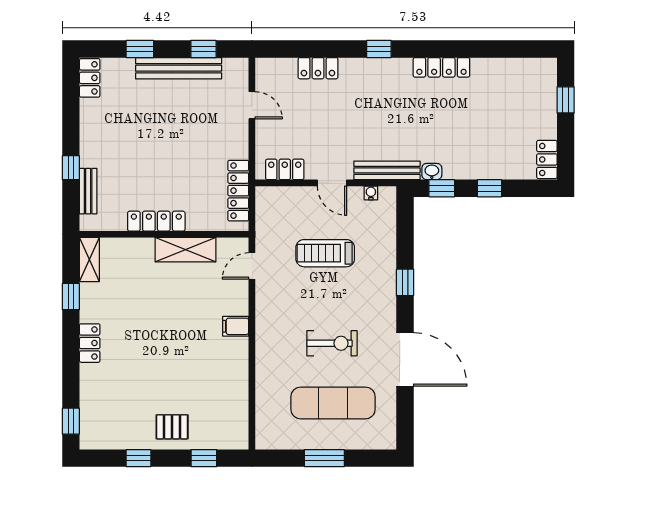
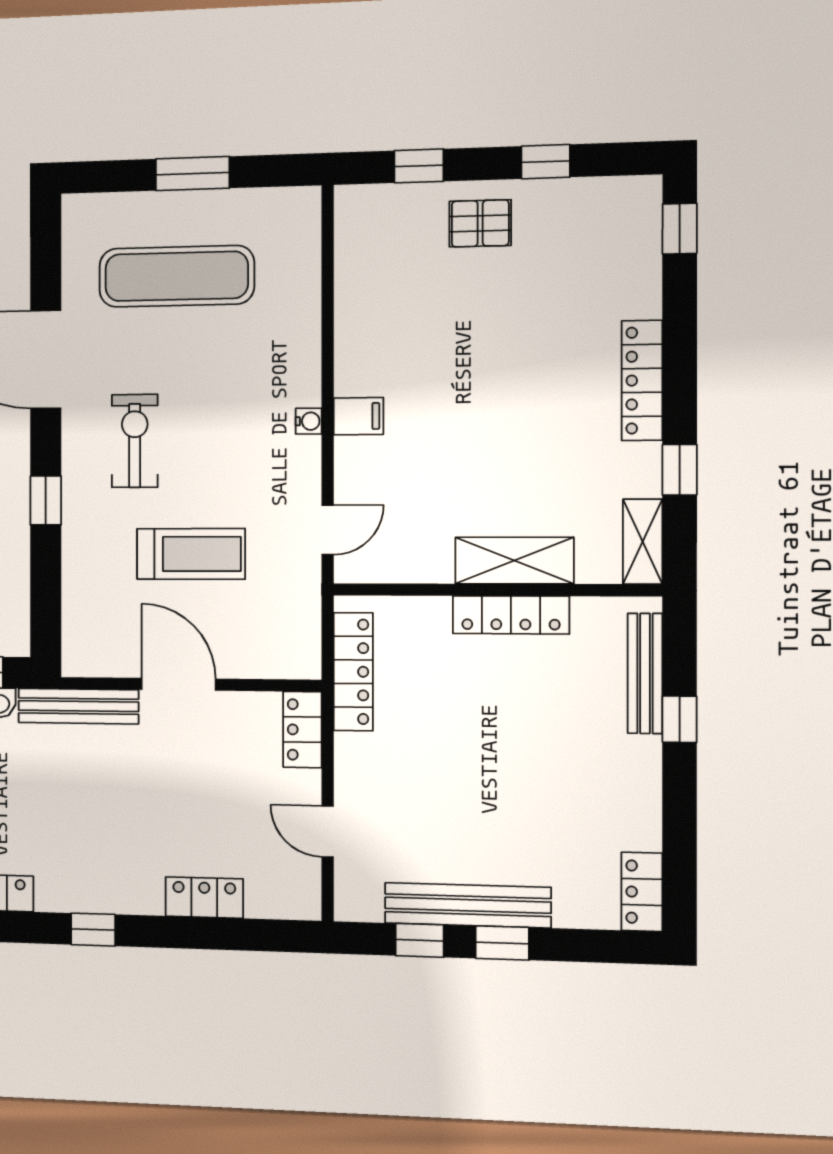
window: (140, 49) -> (502, 943), moved
locker: (285, 169) -> (302, 730), moved, turned 90
door: (332, 183) -> (179, 684), width x1.38
bench: (88, 191) -> (645, 673), width x1.36
water cooler: (371, 193) -> (309, 421), moved, turned -90
shelving: (186, 250) -> (514, 561), moved
locker: (90, 343) -> (642, 380), width x1.53
exercise bike: (332, 343) -> (135, 441), moved, turned 90

